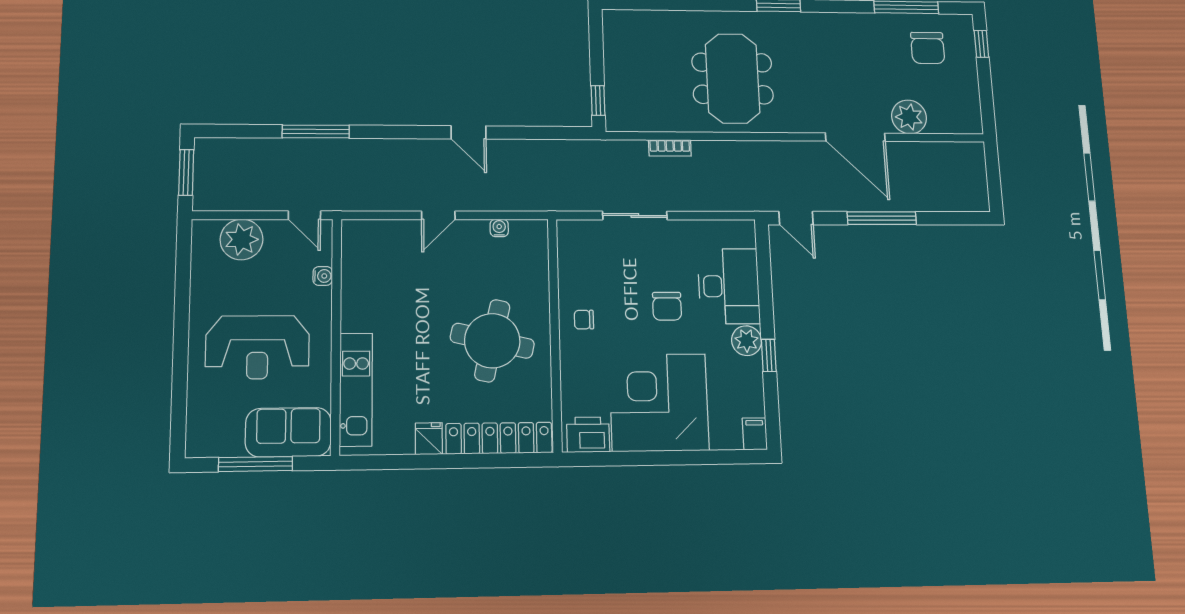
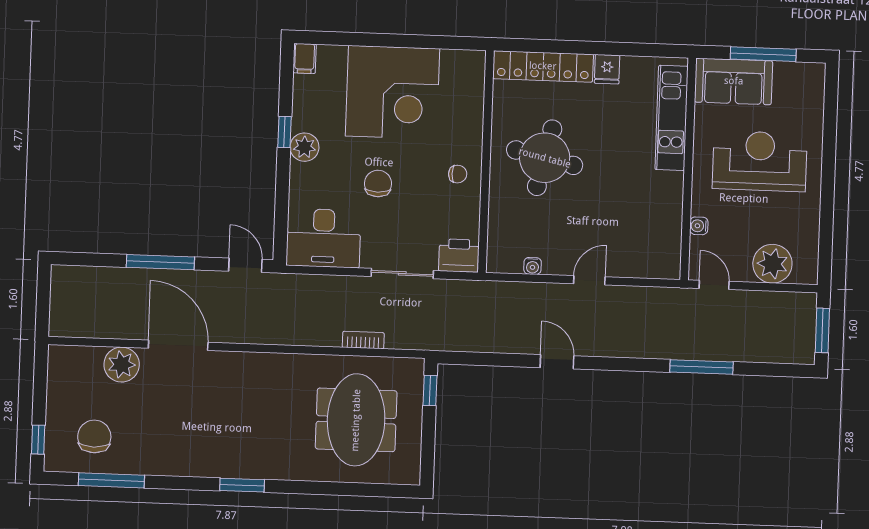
meeting table: (733, 78) -> (356, 420), moved
desk: (729, 286) -> (323, 238), moved, turned -90
printer: (588, 435) -> (459, 256), moved, turned 180

